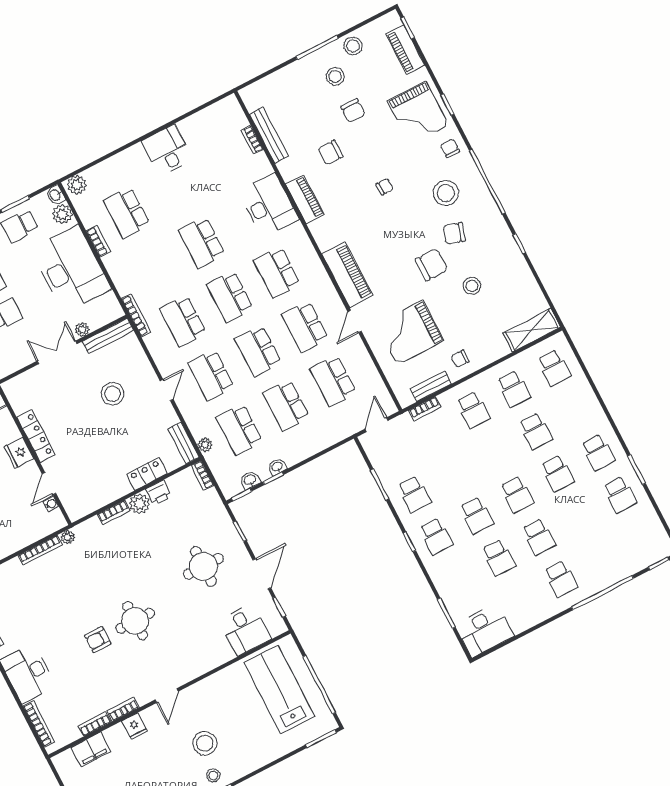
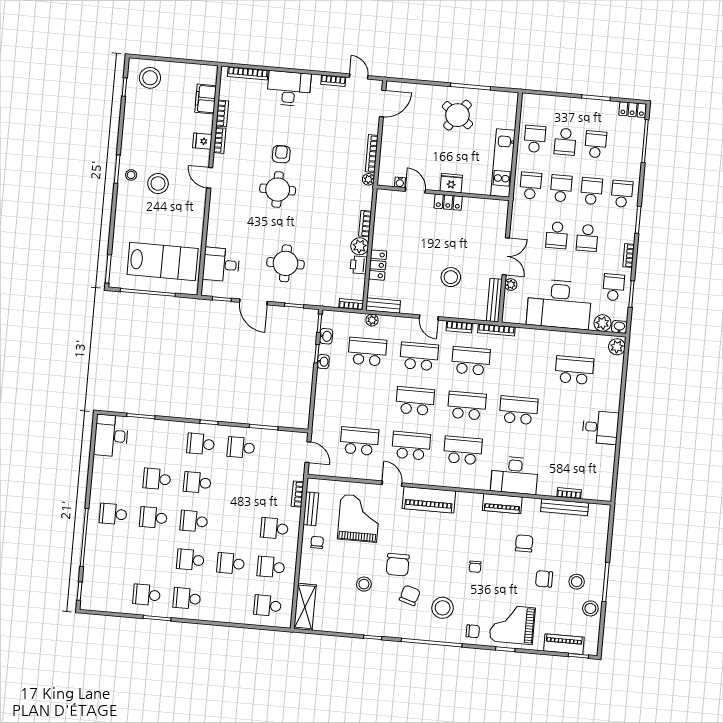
bookcase: (98, 241) -> (459, 327), moved
school desk: (286, 405) -> (363, 396), removed
locker: (36, 436) -> (448, 202), width x0.66

